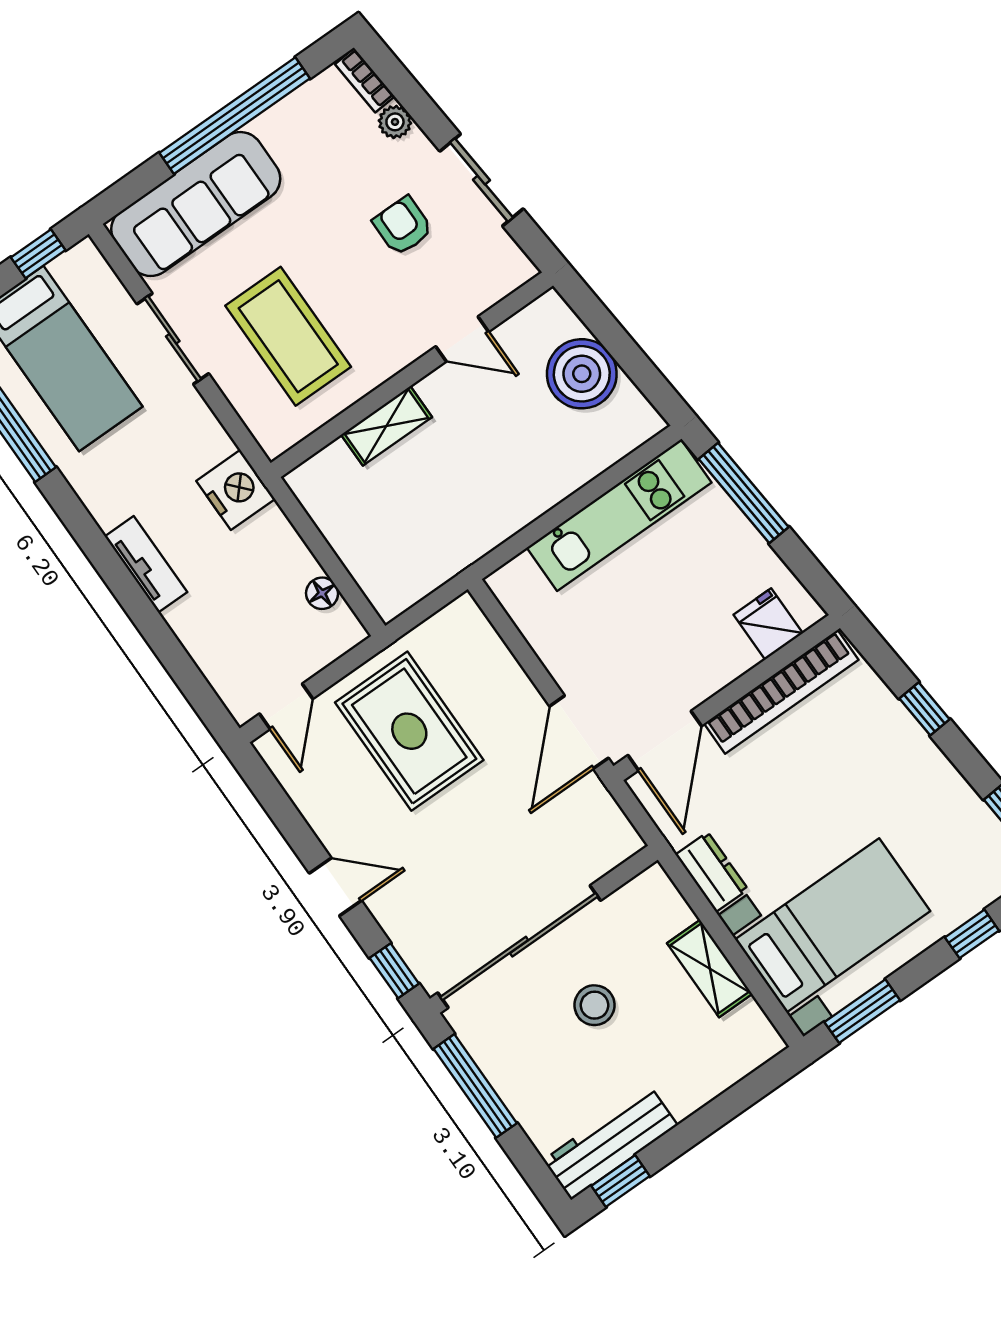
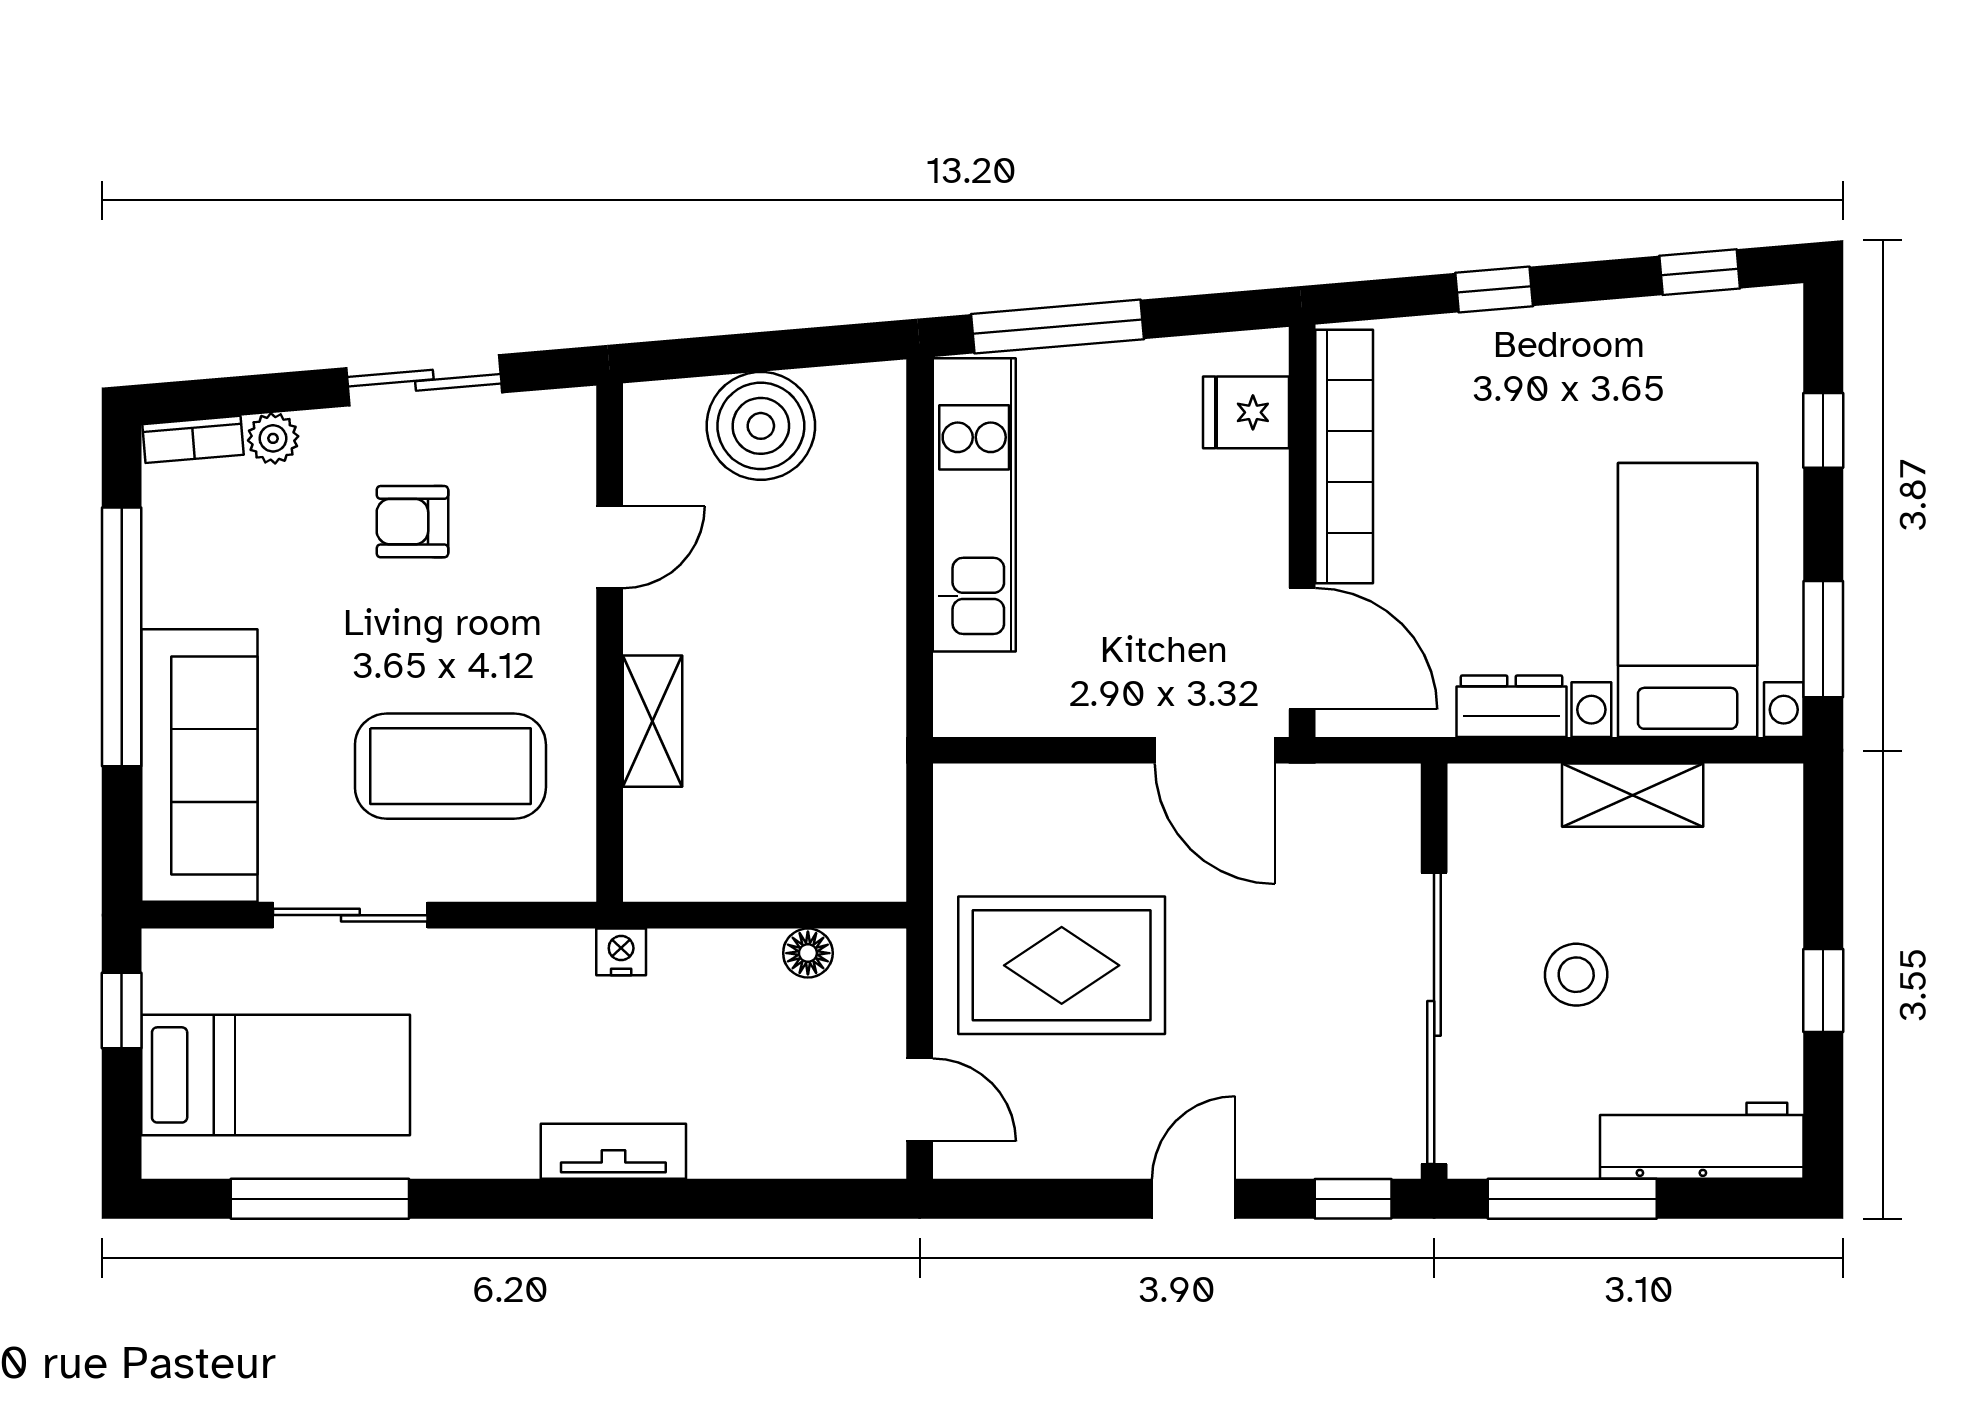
nightstand: (236, 490) -> (621, 952), width x0.53, depth x0.56
workbench: (610, 1143) -> (1702, 1141), moved, turned 90
window: (620, 1181) -> (1823, 990), moved

